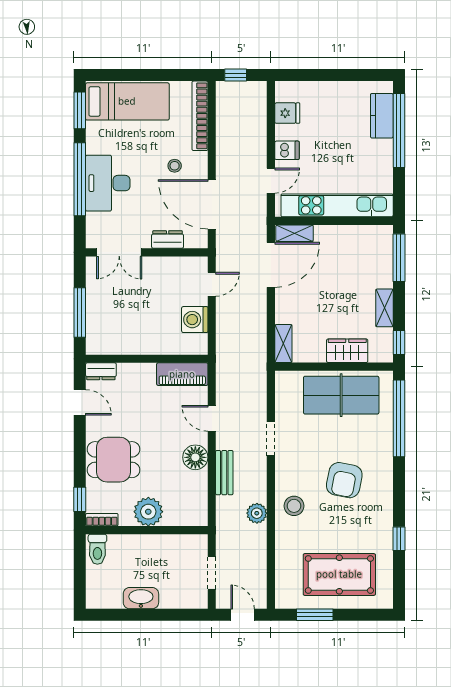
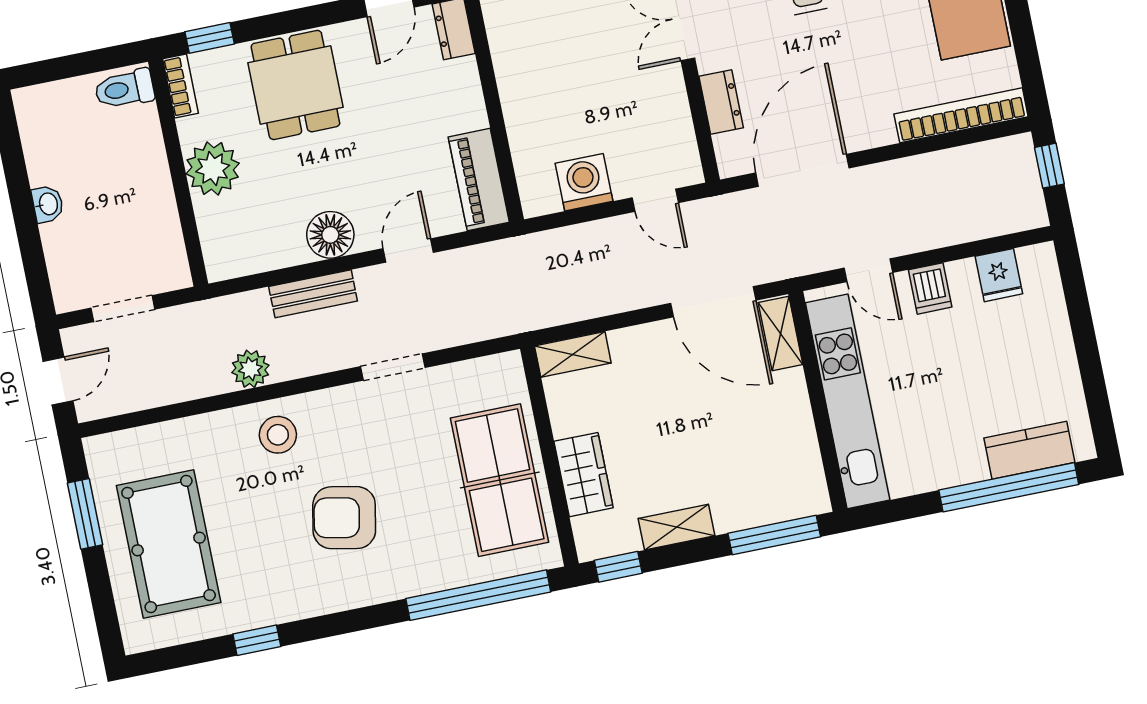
stool: (175, 166) -> (860, 87), removed
washbasin: (141, 598) -> (48, 204), width x0.52, depth x0.69

